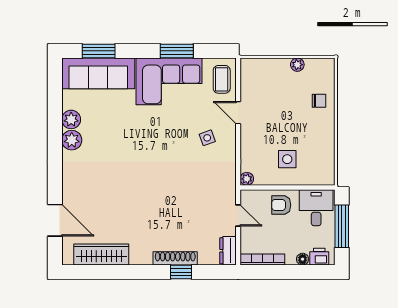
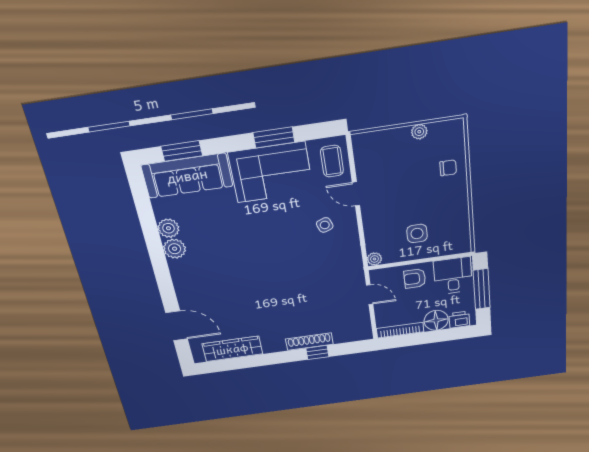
dresser: (228, 251) -> (363, 328), removed
floor lamp: (303, 259) -> (436, 320), width x1.89, depth x1.89

